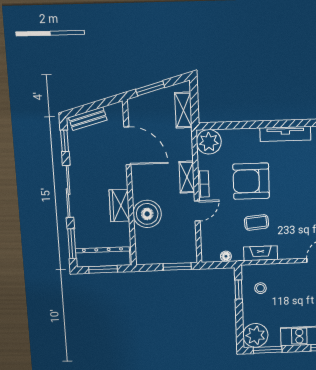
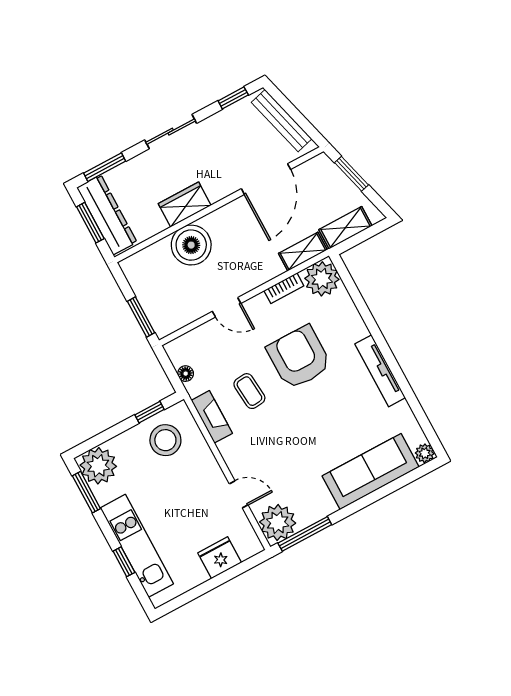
bench: (88, 119) -> (282, 121), width x1.36
shelving: (187, 177) -> (303, 252), moved
bookcase: (203, 184) -> (284, 288), moved
sliding door: (68, 192) -> (171, 132), width x0.73
stool: (260, 288) -> (165, 440), width x1.89, depth x1.89

